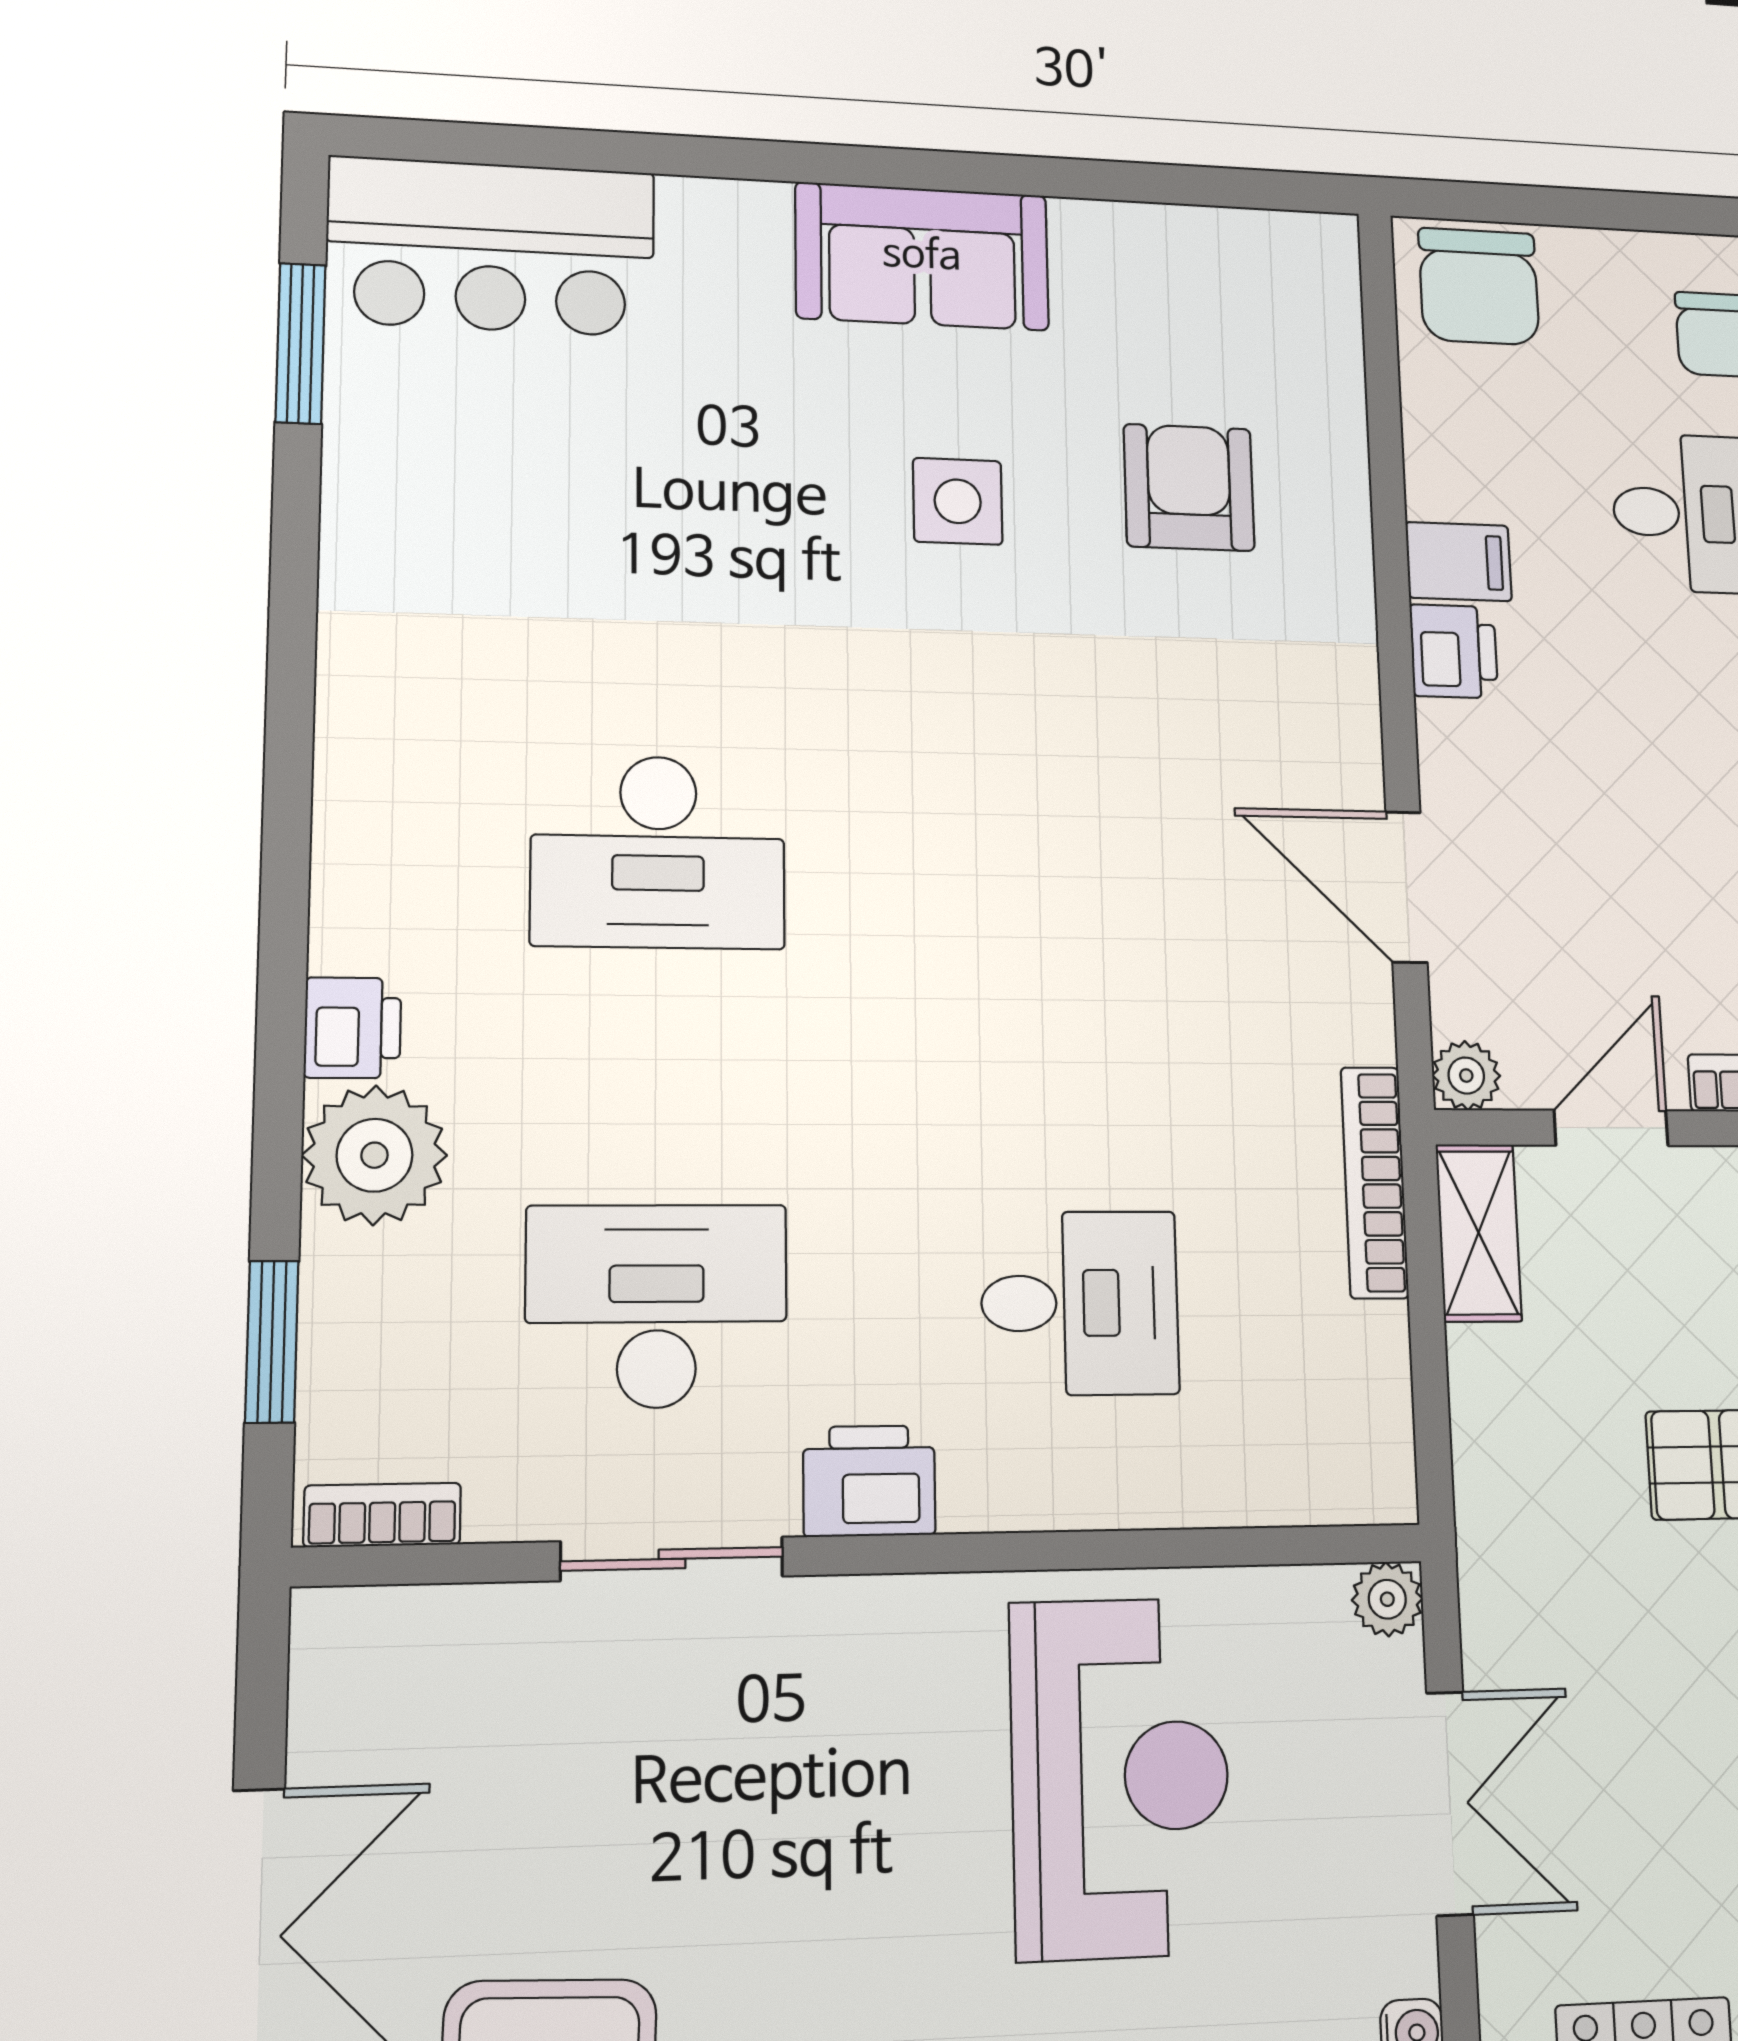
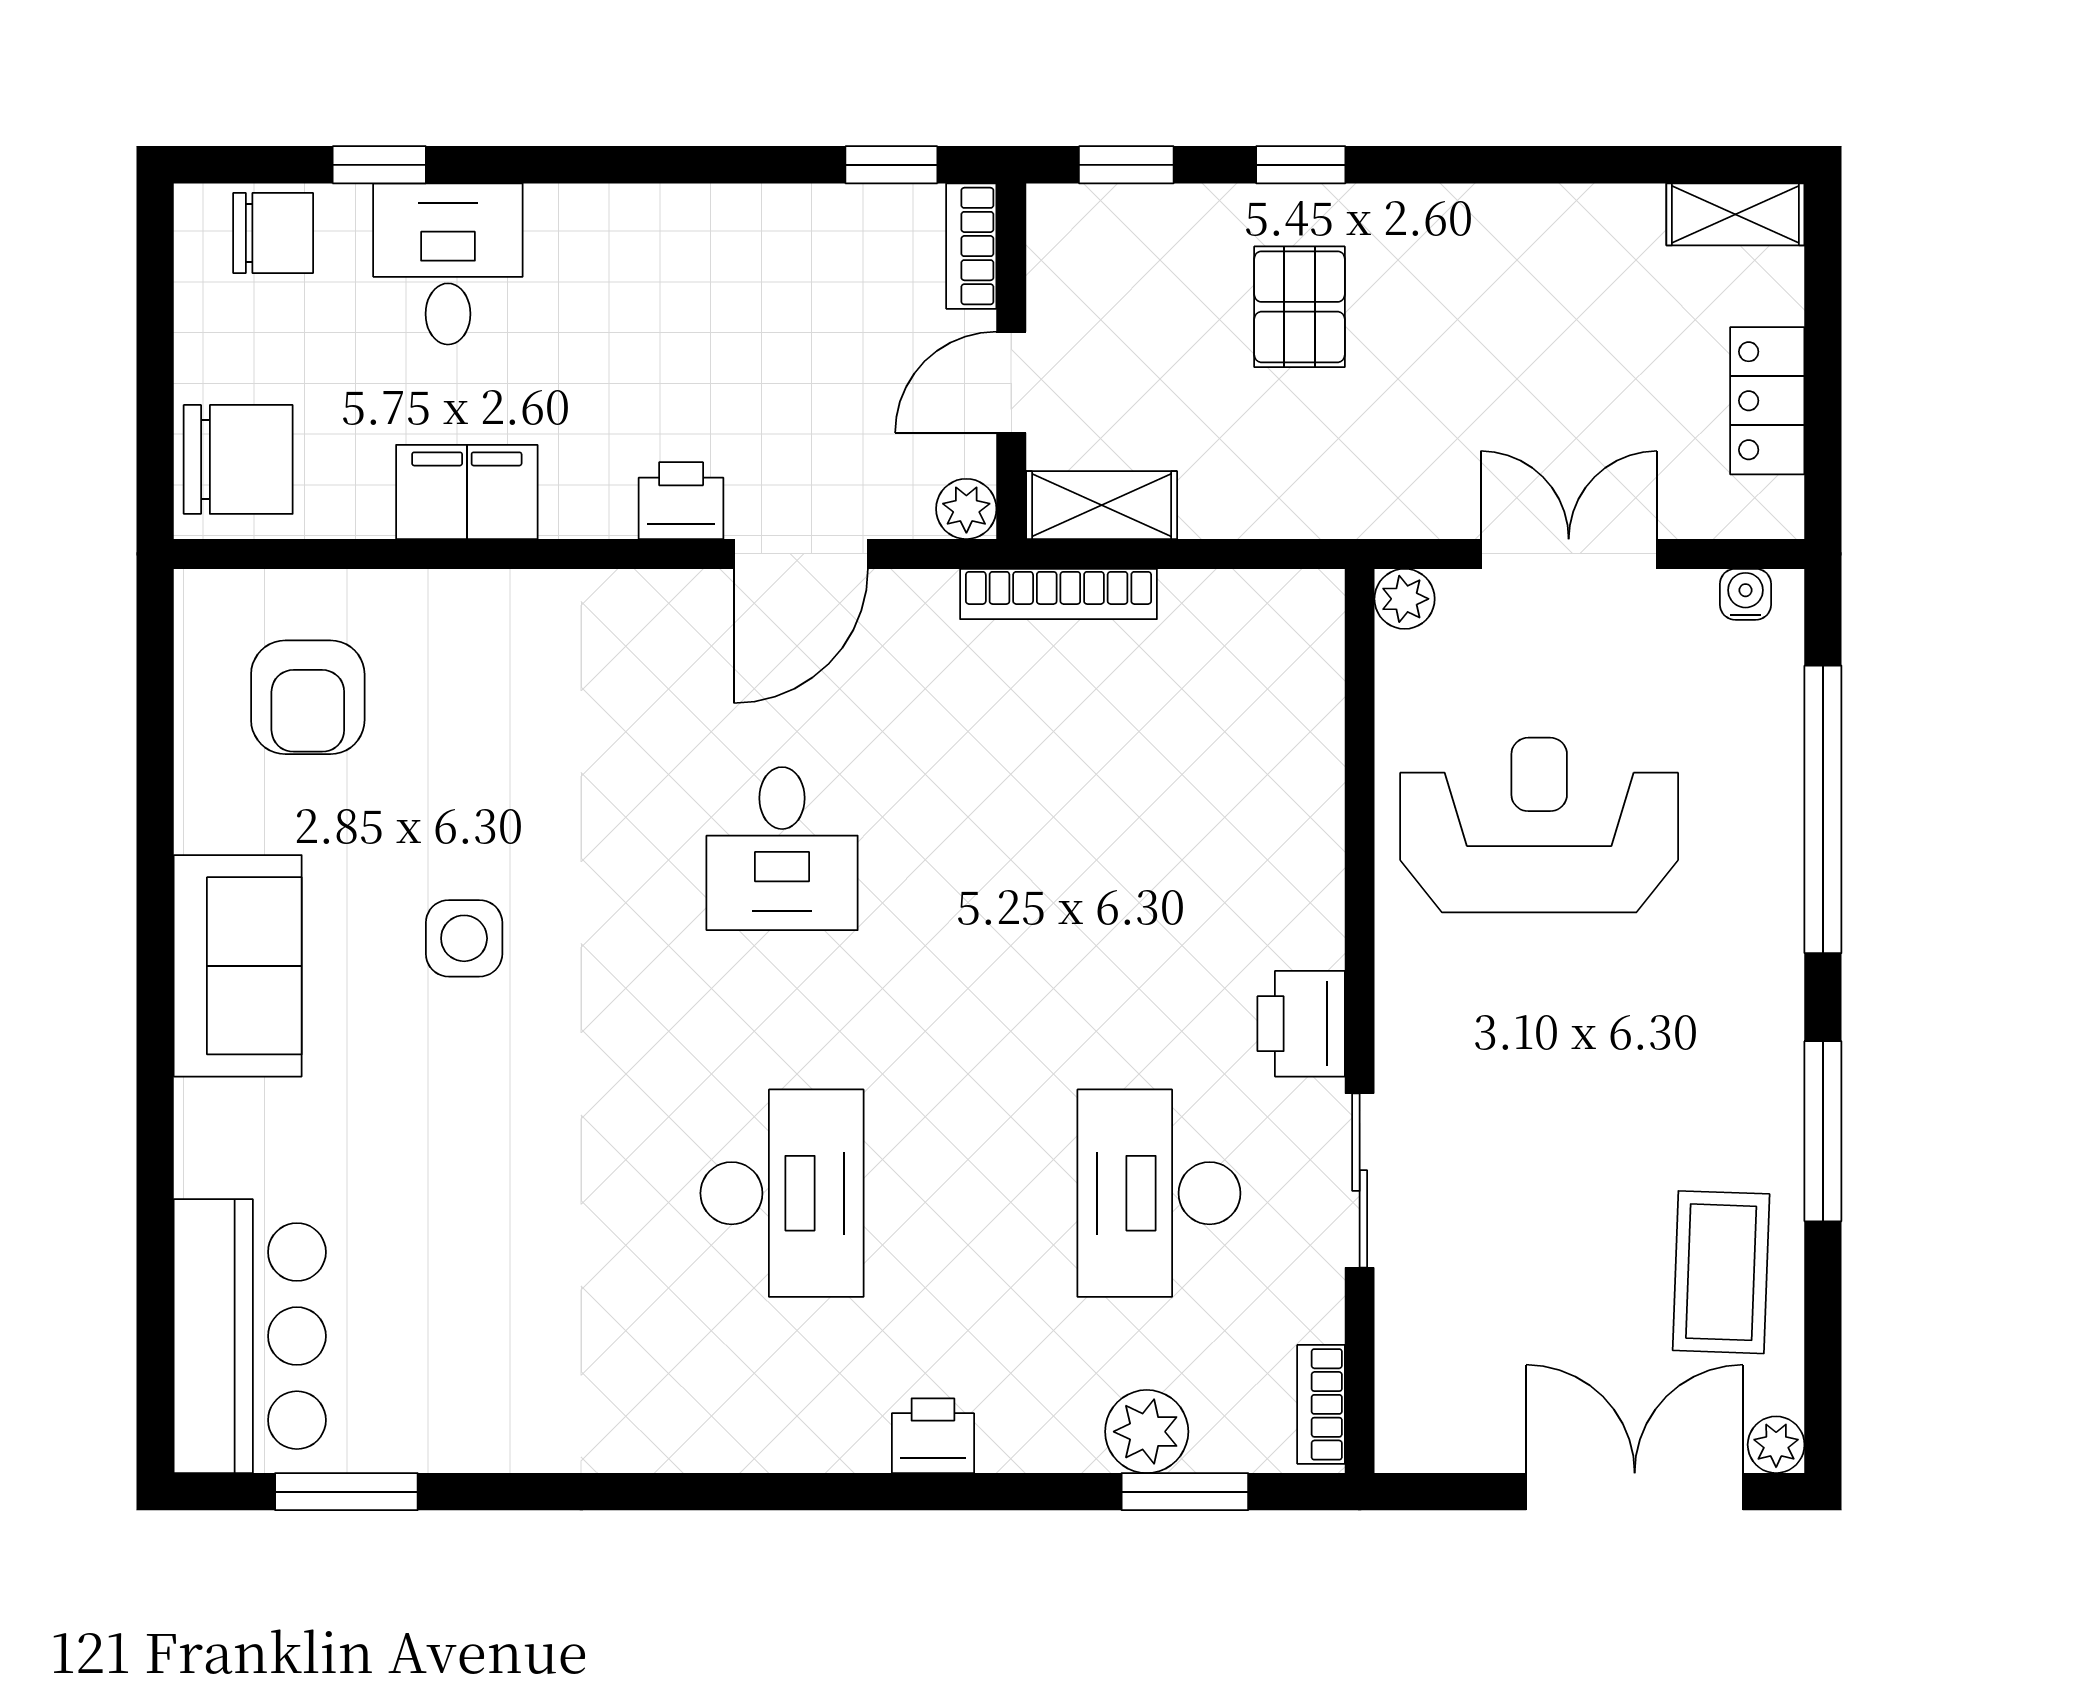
armchair: (1189, 487) -> (308, 697), moved, turned -90
filing cabinet: (1459, 562) -> (467, 492), width x2.00
printer: (1454, 651) -> (681, 501), moved
door: (1611, 1128) -> (1011, 382), hinge flipped
plant: (375, 1155) -> (1147, 1432), moved, width x0.73, depth x0.73
desk: (1080, 1303) -> (782, 849), moved, turned 180

